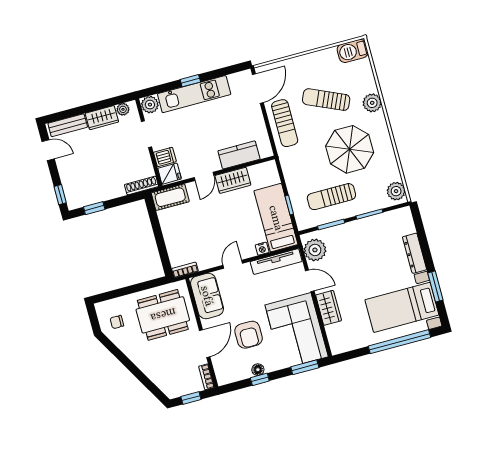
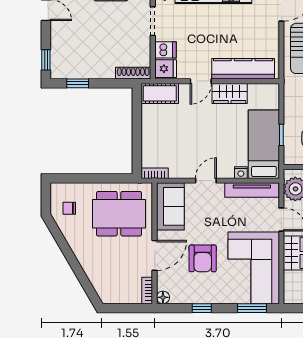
kitchen counter: (239, 155) -> (243, 69), width x1.50
floor lamp: (258, 370) -> (163, 297), moved
window: (191, 398) -> (125, 308), removed

